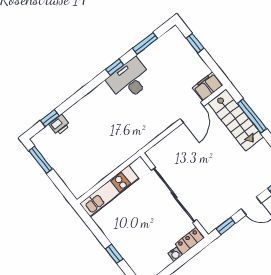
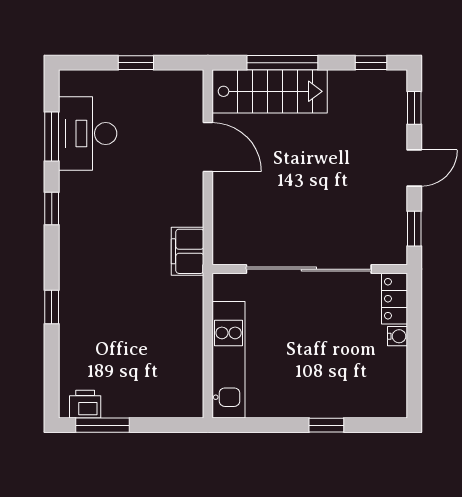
window: (195, 43) -> (136, 63), moved
desk: (130, 80) -> (88, 133), moved
filing cabinet: (208, 86) -> (188, 251), moved
window: (50, 118) -> (52, 307), moved
printer: (60, 125) -> (85, 404), moved, turned -90

